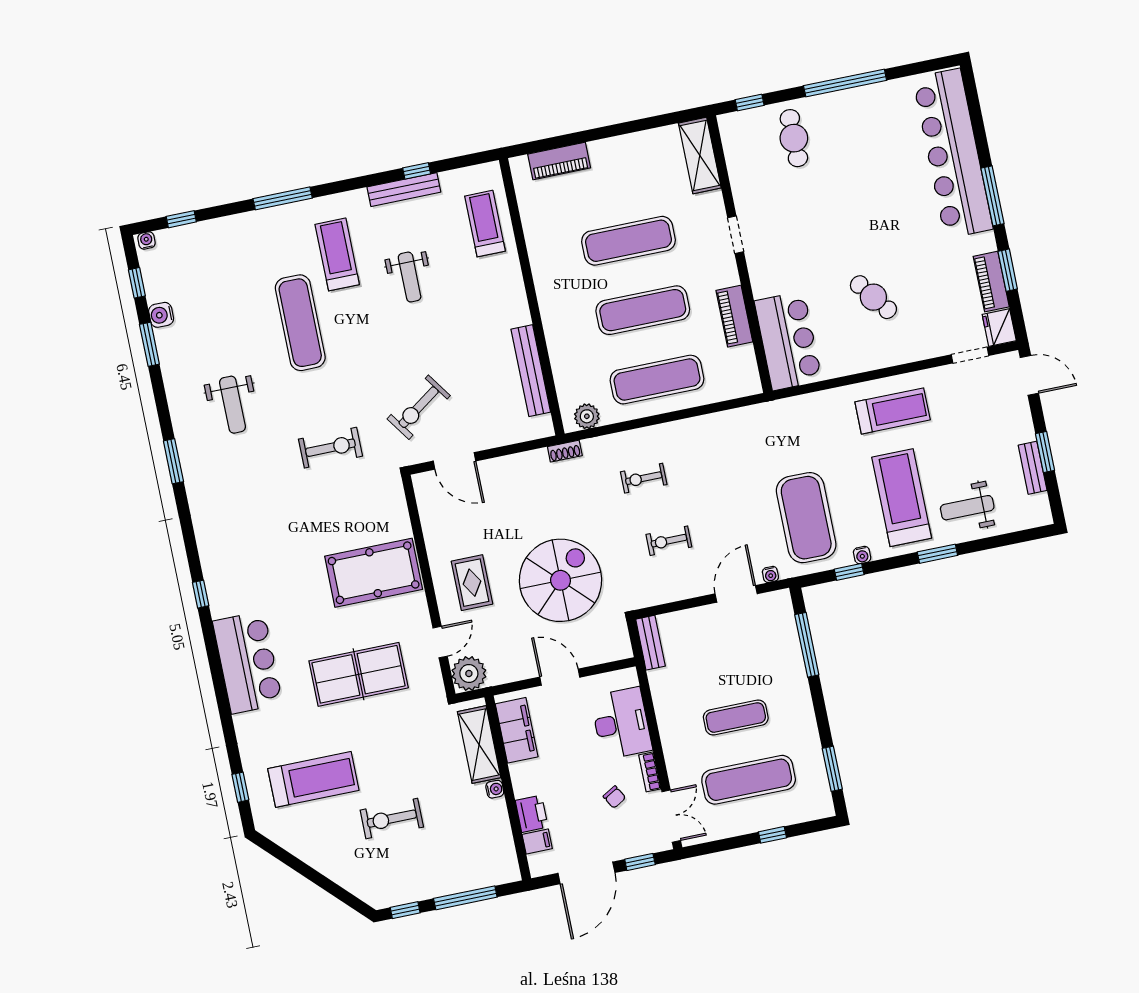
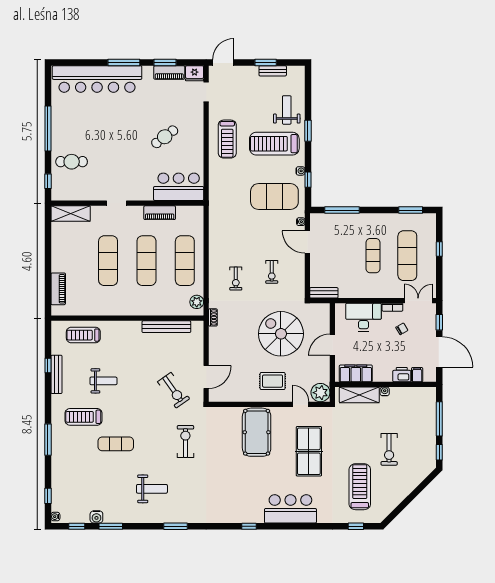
exercise mat: (300, 323) -> (116, 444), width x0.73, depth x0.69
treadmill: (893, 411) -> (227, 139), turned 180
weight bench: (967, 508) -> (287, 110), turned 180

